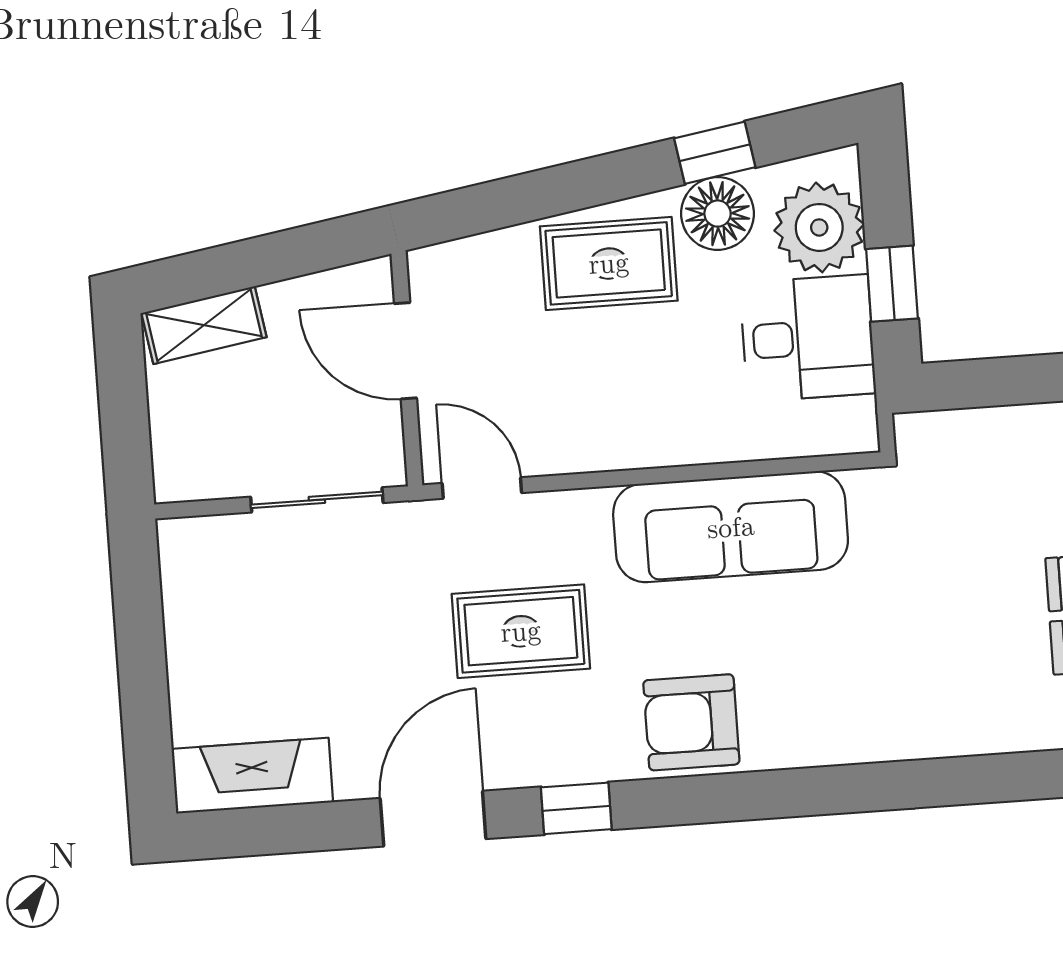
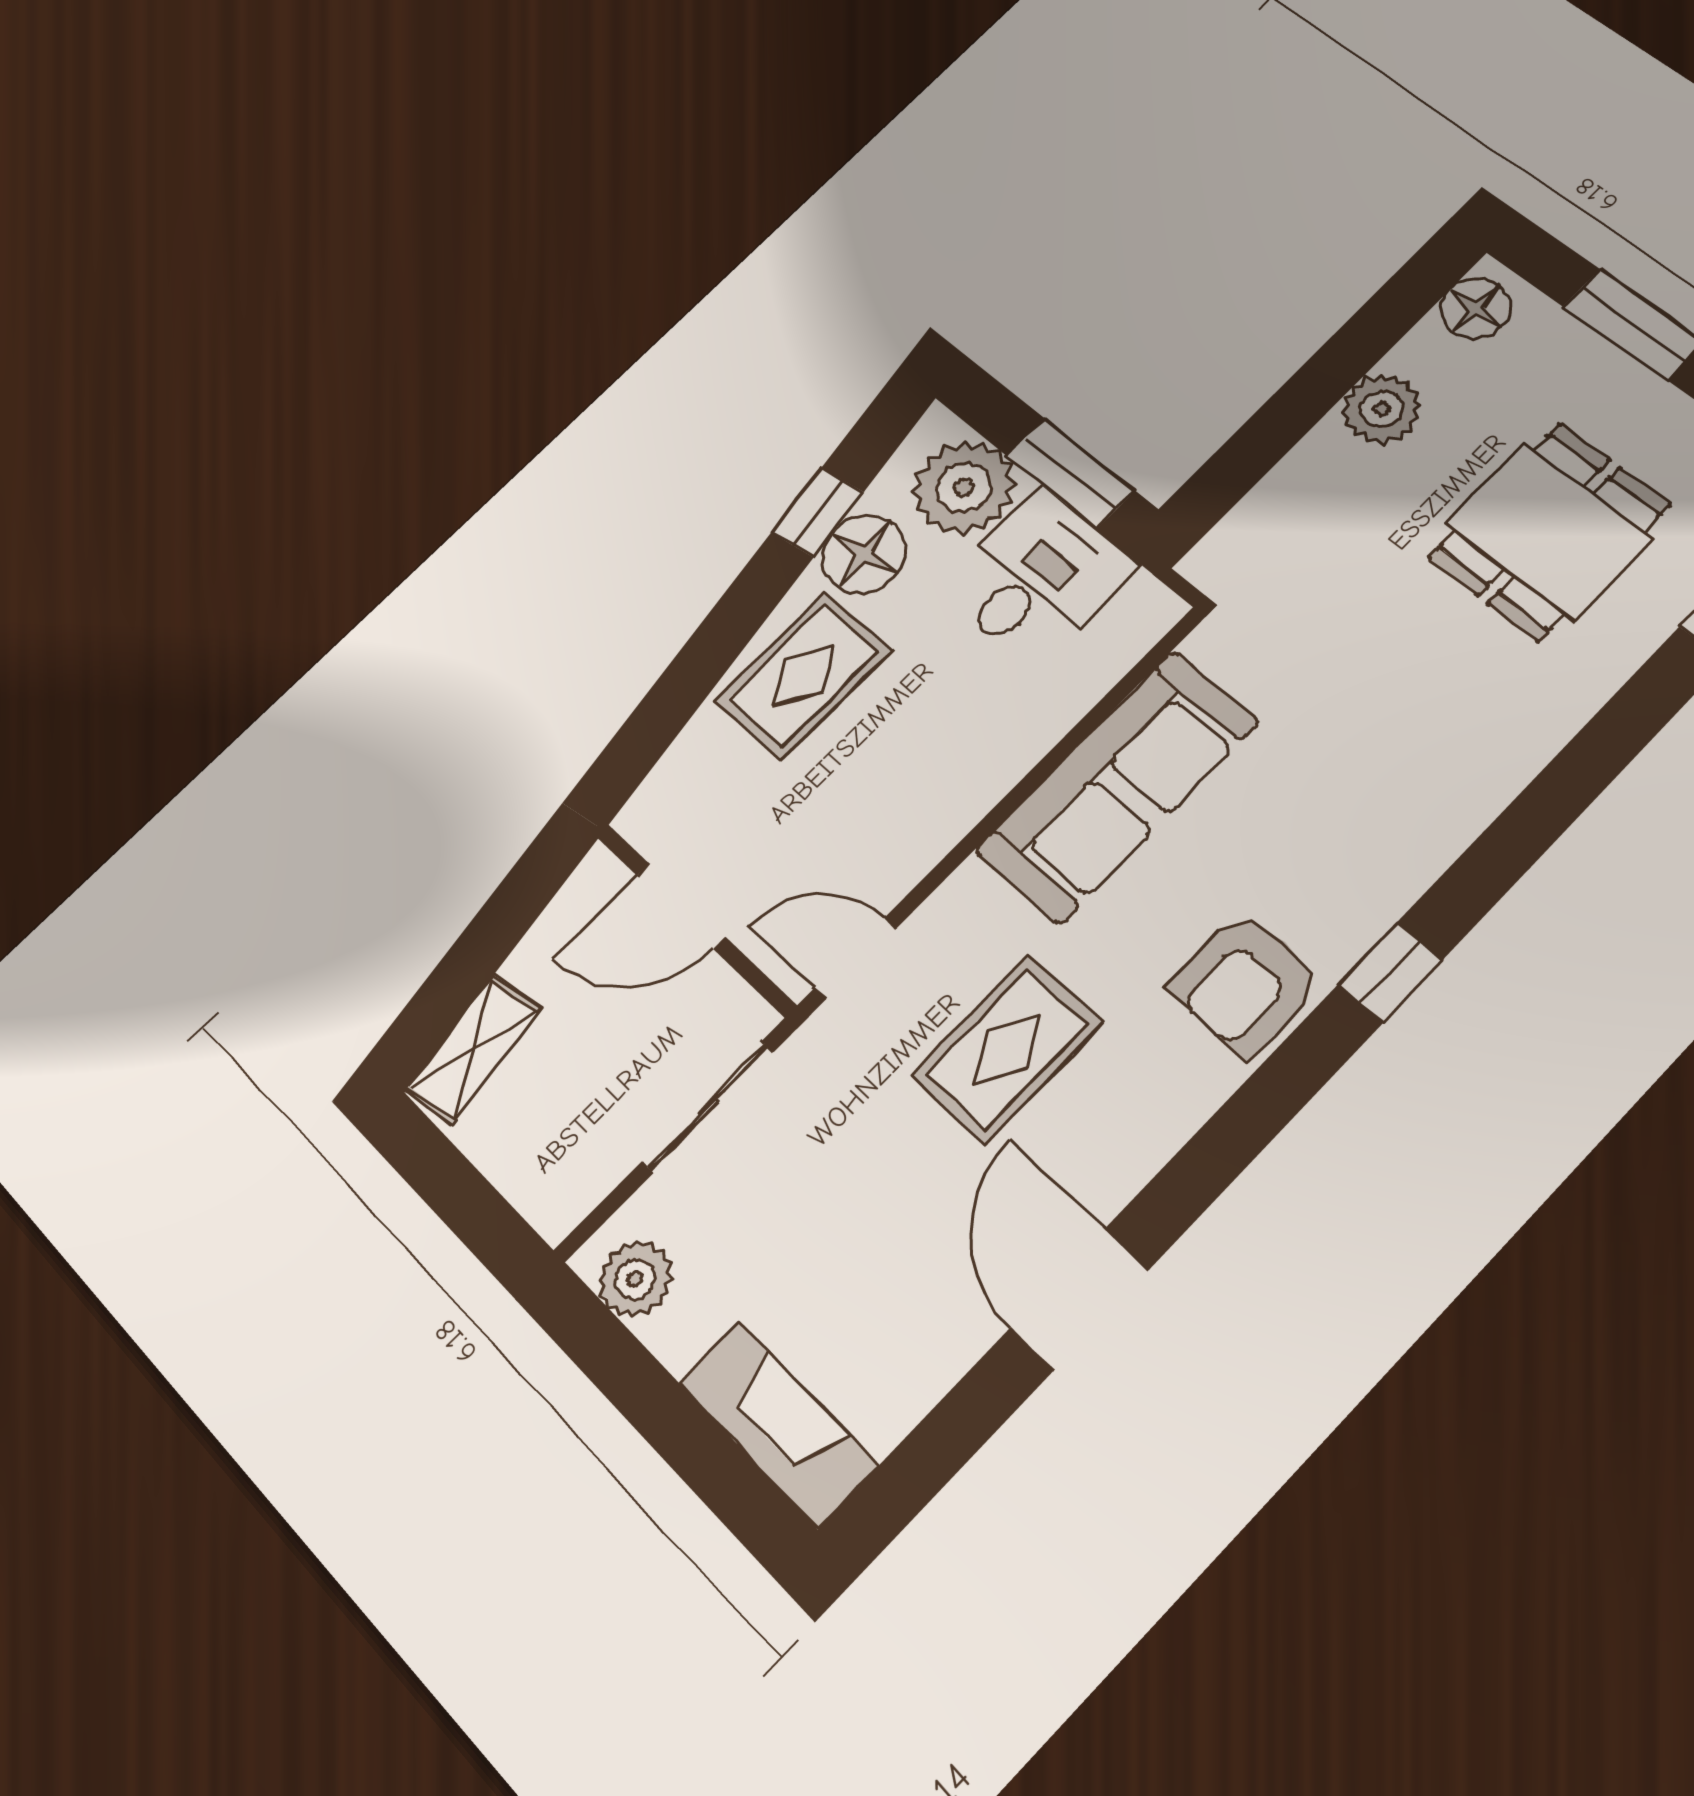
window: (892, 284) -> (1070, 473), width x1.50
plant: (189, 568) -> (635, 1279), added
fireplace: (252, 776) -> (778, 1424), moved, turned 90
window: (576, 808) -> (1390, 972), moved

